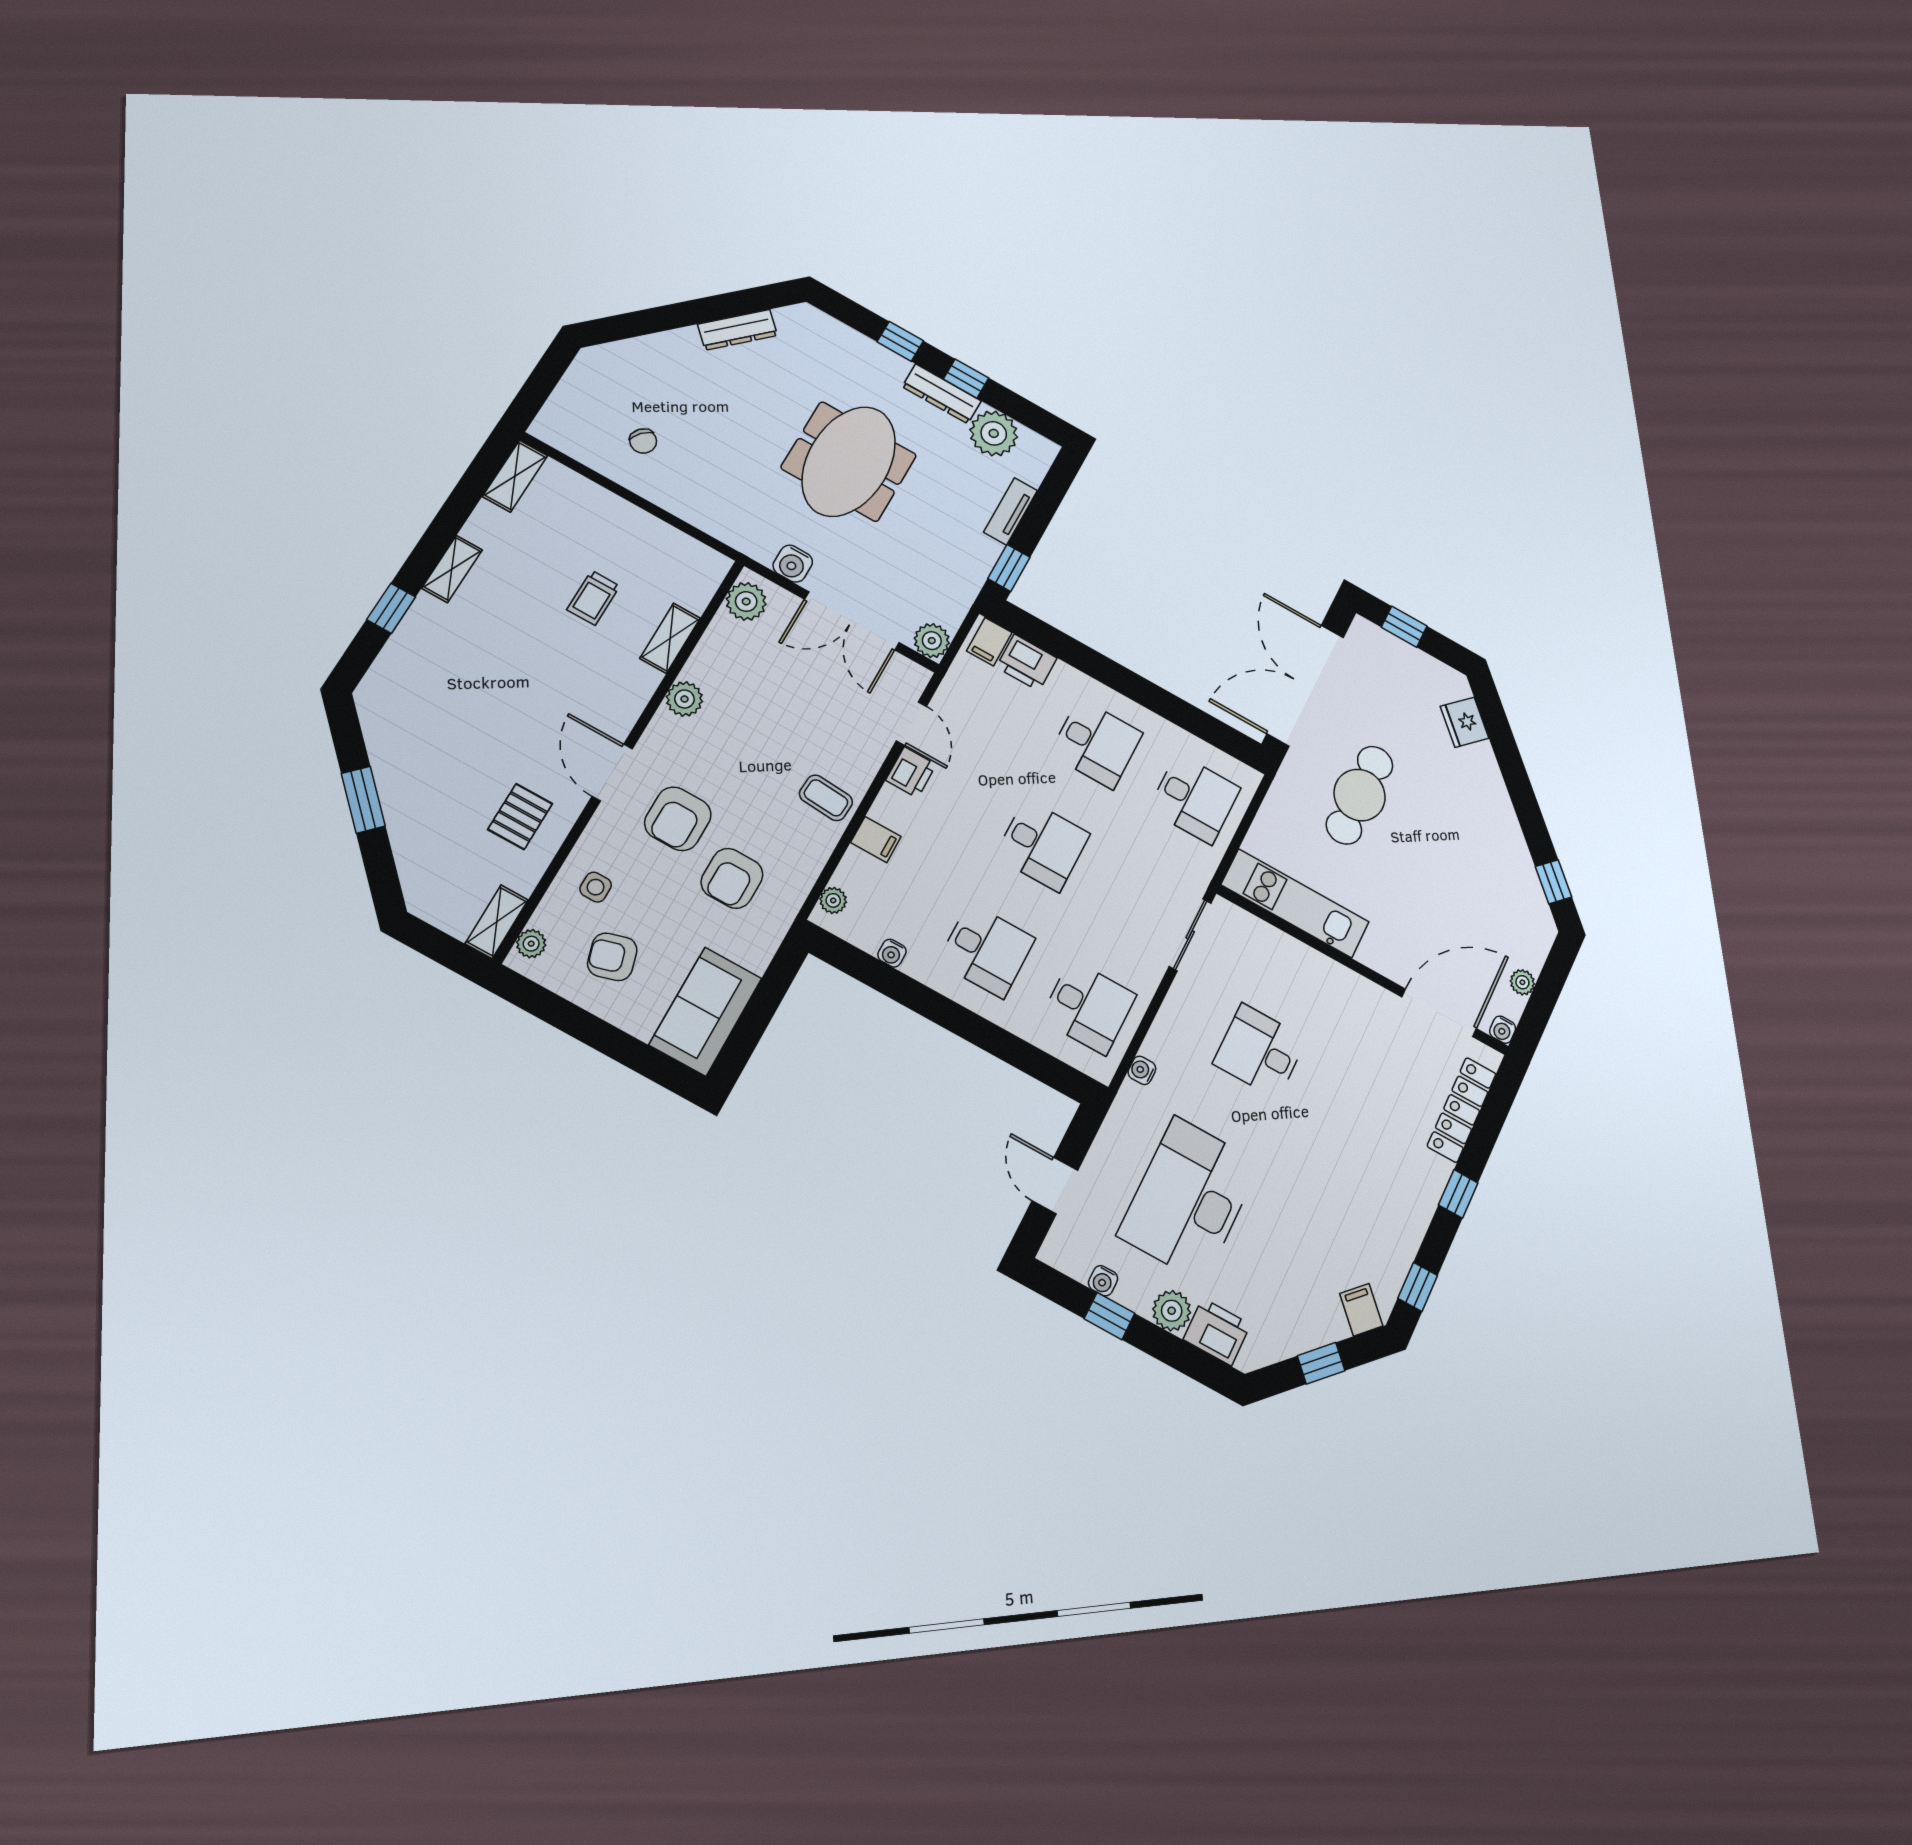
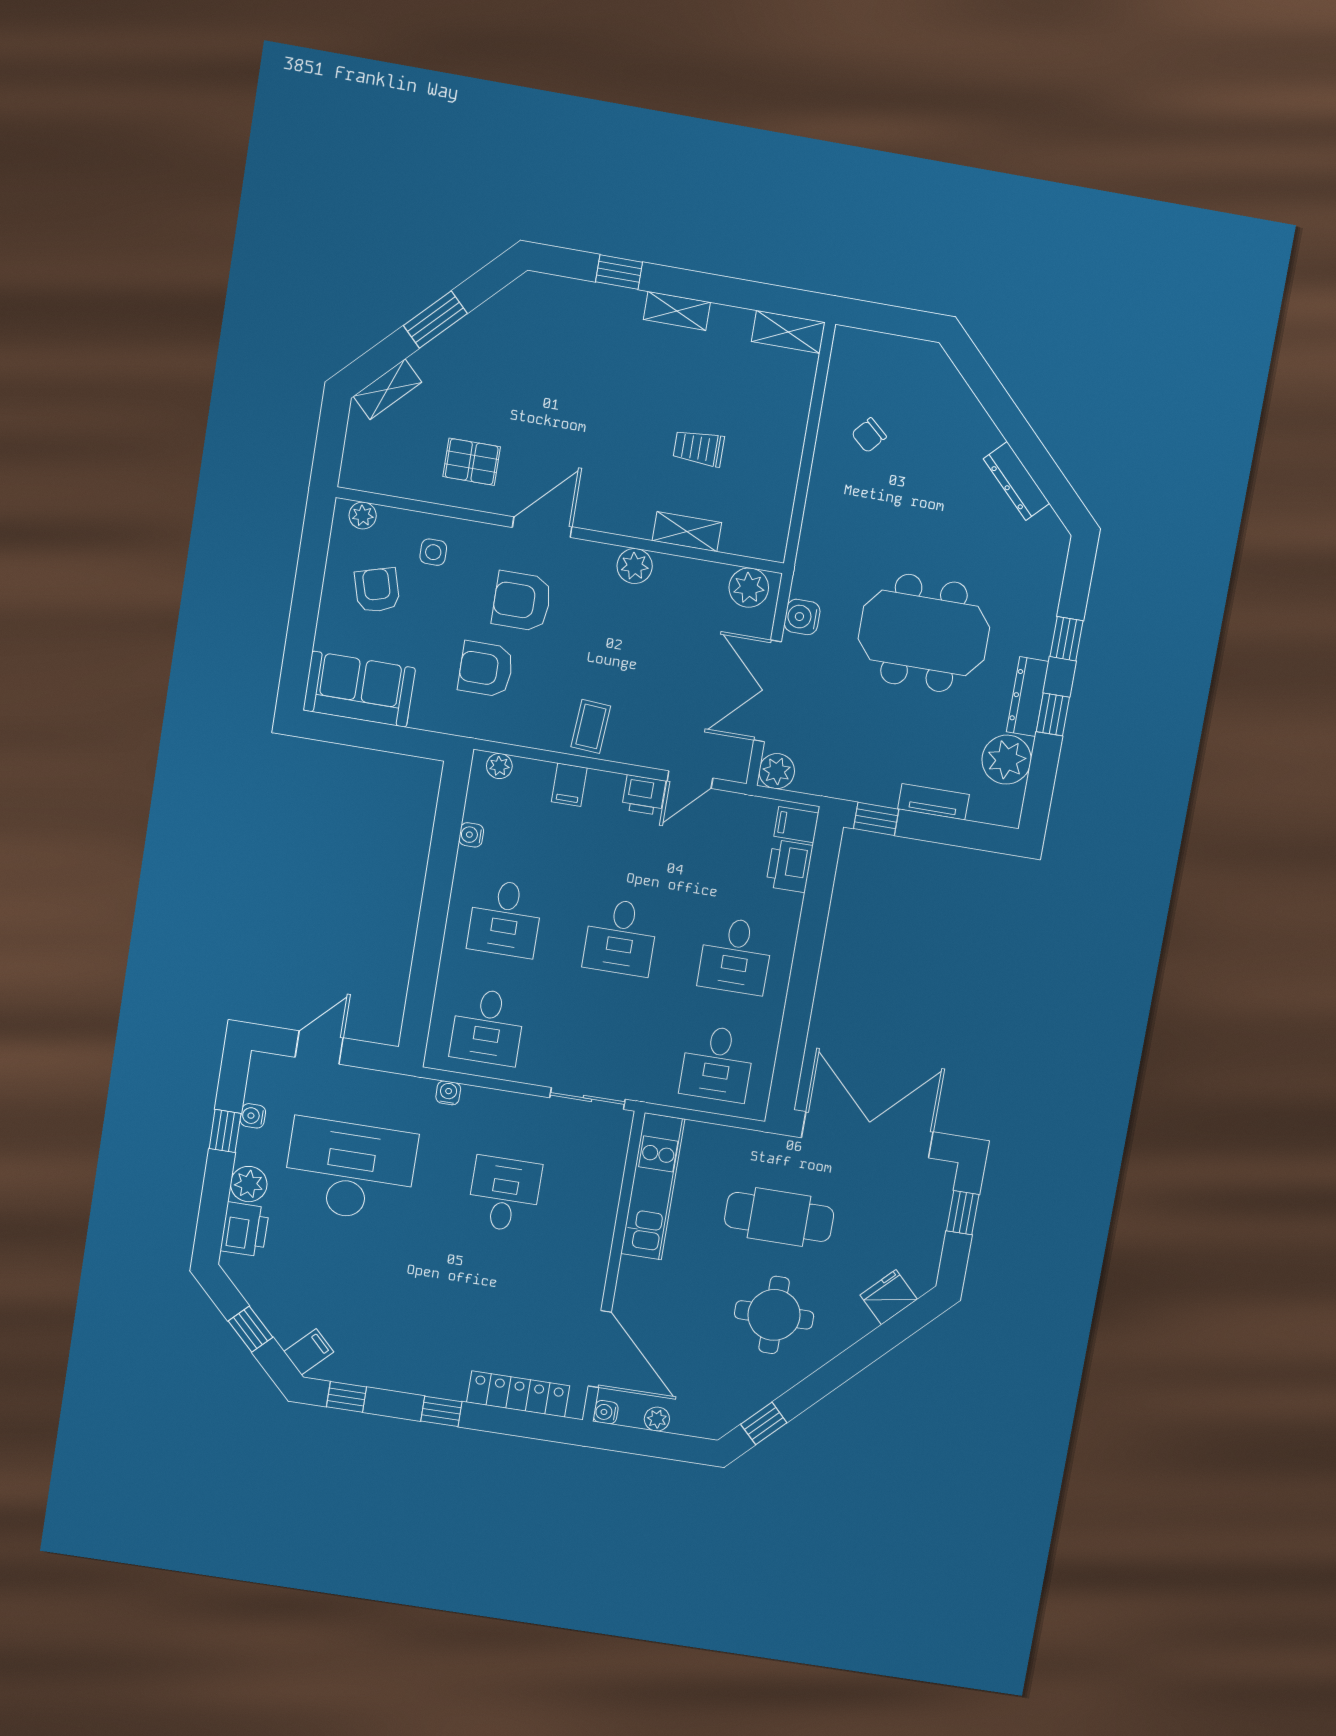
round table: (1452, 834) -> (774, 1315), added
shelving: (497, 922) -> (388, 389), moved, turned -45

